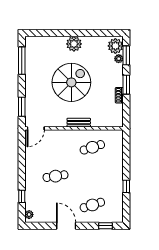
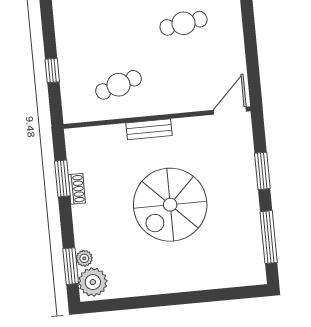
plant: (74, 44) -> (172, 279), removed
window: (126, 85) -> (62, 179), moved
window: (22, 107) -> (262, 171), moved
window: (126, 186) -> (52, 71), moved

